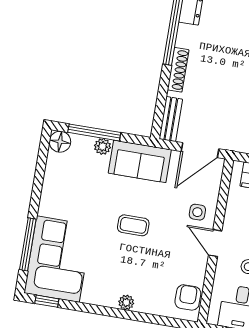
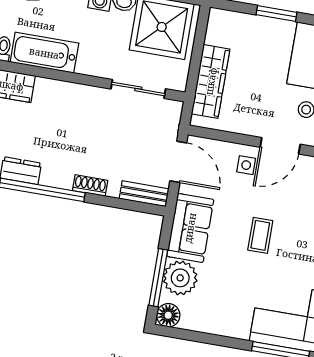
shoe rack: (178, 70) -> (90, 185), width x0.70
plant: (102, 146) -> (180, 278), width x1.87, depth x1.87
door: (215, 243) -> (280, 146), width x1.38

